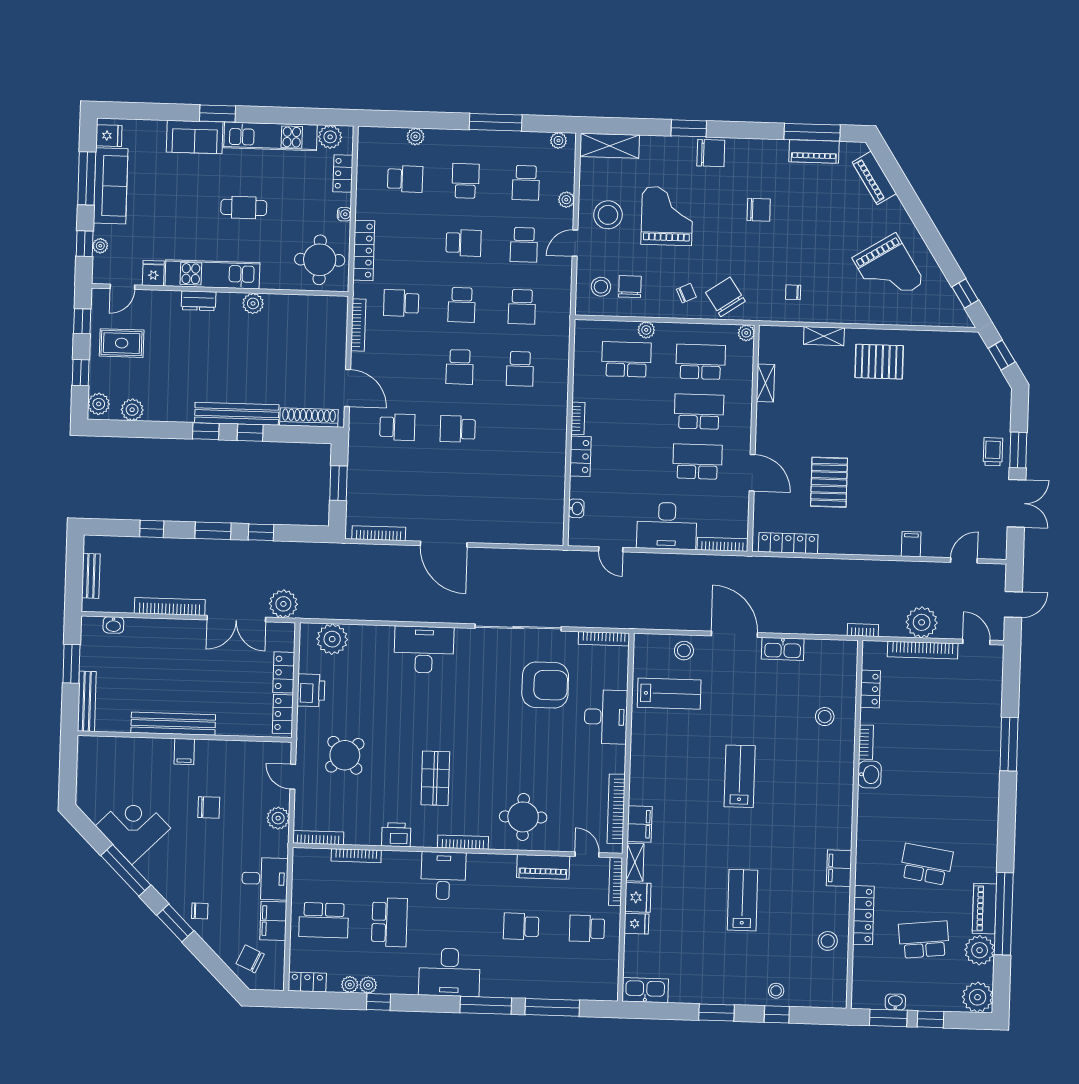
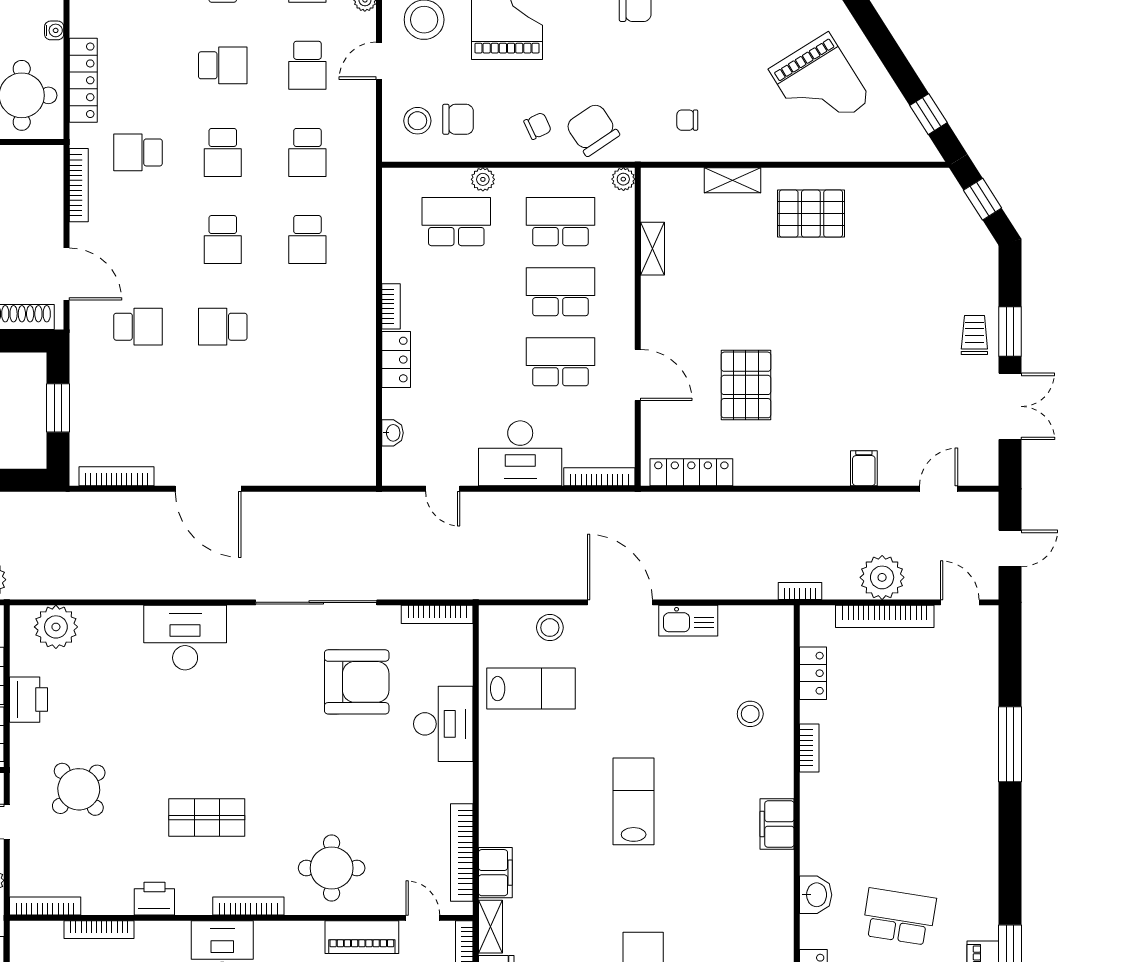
chair: (630, 287) -> (458, 119), turned 90
washbasin: (869, 775) -> (816, 895), moved
shop shelf: (435, 778) -> (207, 818), turned 90
filing cabinet: (839, 868) -> (777, 824), moved

